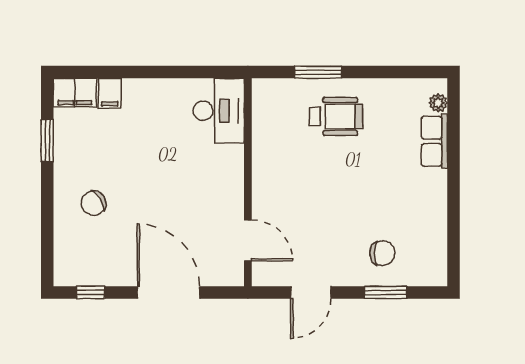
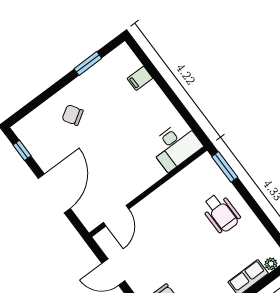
window: (318, 72) -> (225, 167), moved
filing cabinet: (75, 93) -> (126, 59), removed

